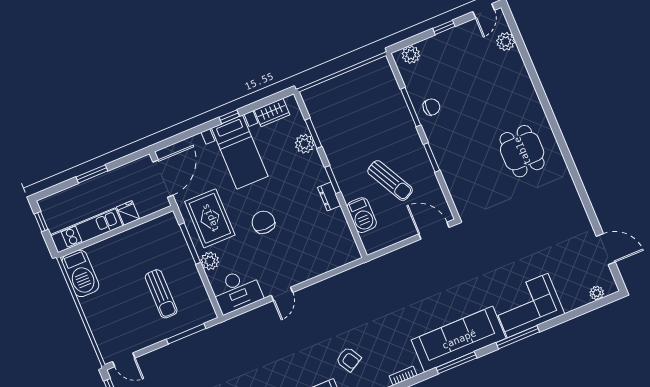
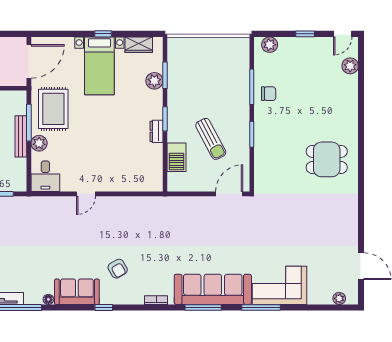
dining table: (522, 151) -> (327, 159), turned 90
chair: (263, 222) -> (95, 130), removed
door: (434, 231) -> (229, 194), hinge flipped
bench: (188, 262) -> (21, 136), added
desk: (237, 291) -> (45, 176), width x0.73

